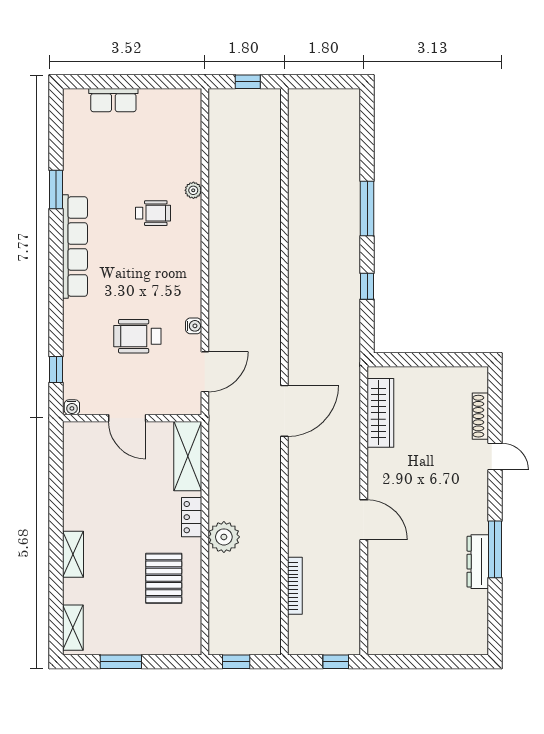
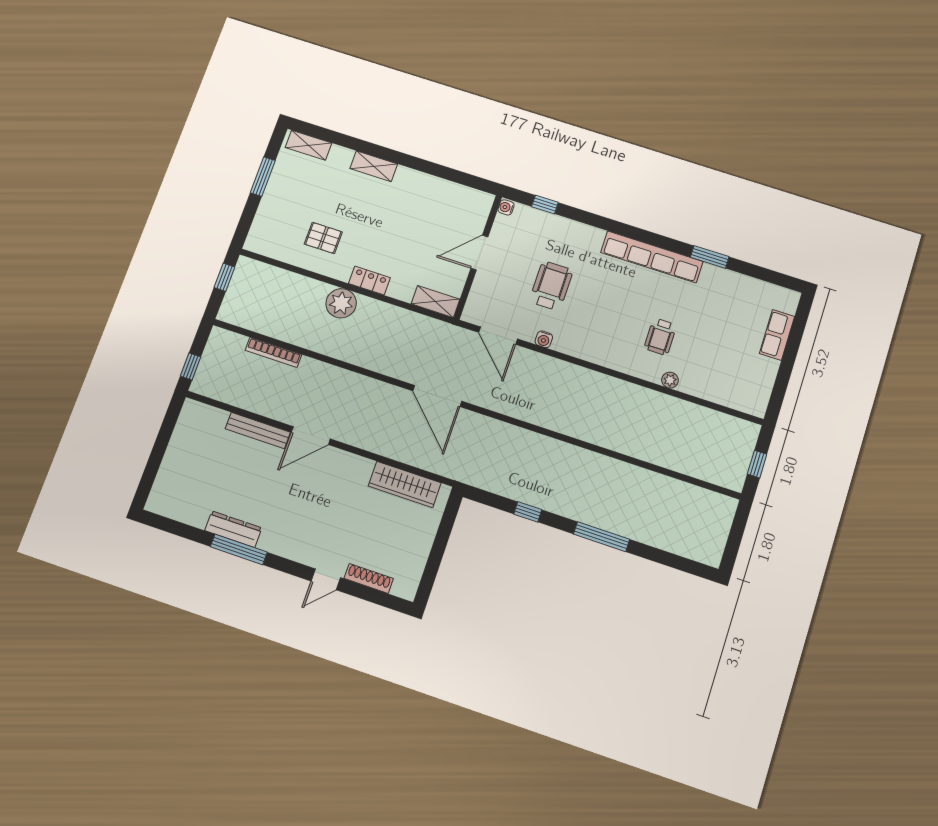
shelving: (188, 456) -> (436, 302), width x0.67, depth x0.75
bench: (376, 573) -> (258, 430), added
pallet: (164, 578) -> (323, 238), width x0.67, depth x0.71

